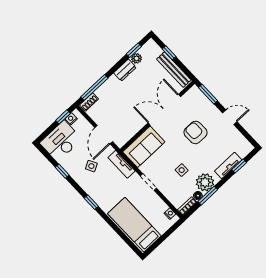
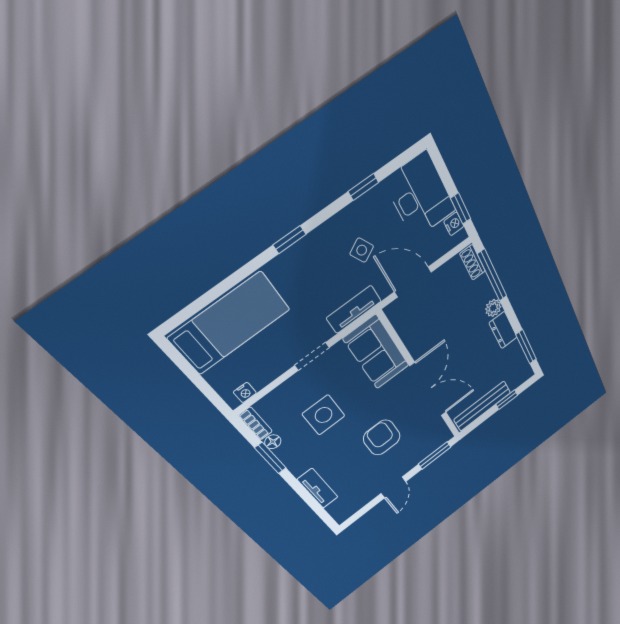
window: (134, 50) -> (526, 347), width x1.50
plant: (136, 58) -> (493, 308), moved
armchair: (195, 132) -> (382, 438), turned -90
window: (239, 166) -> (314, 505), removed
side table: (182, 170) -> (324, 415), width x1.87, depth x1.87
plant: (205, 182) -> (295, 453), removed

